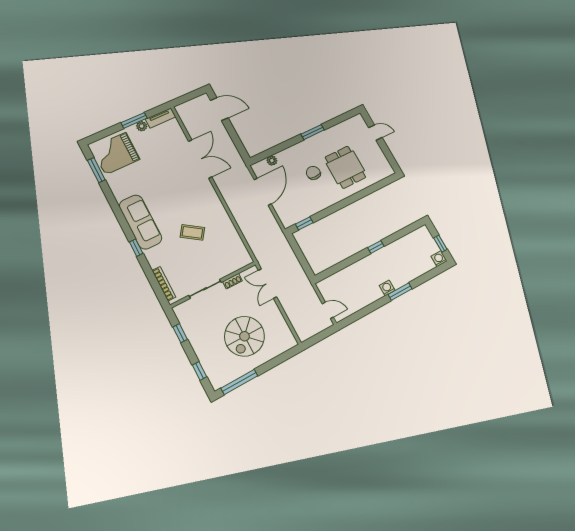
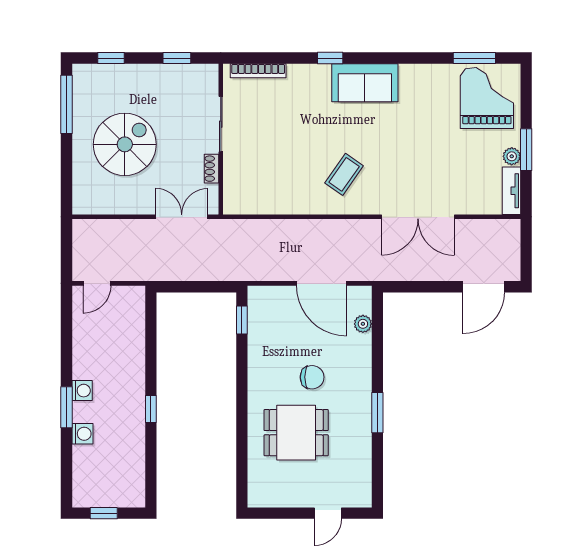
sofa: (141, 222) -> (365, 83), width x0.73
coffee table: (192, 232) -> (344, 174), moved
washing machine: (439, 259) -> (82, 434), moved
spiral stairs: (244, 336) -> (125, 144), turned 90

